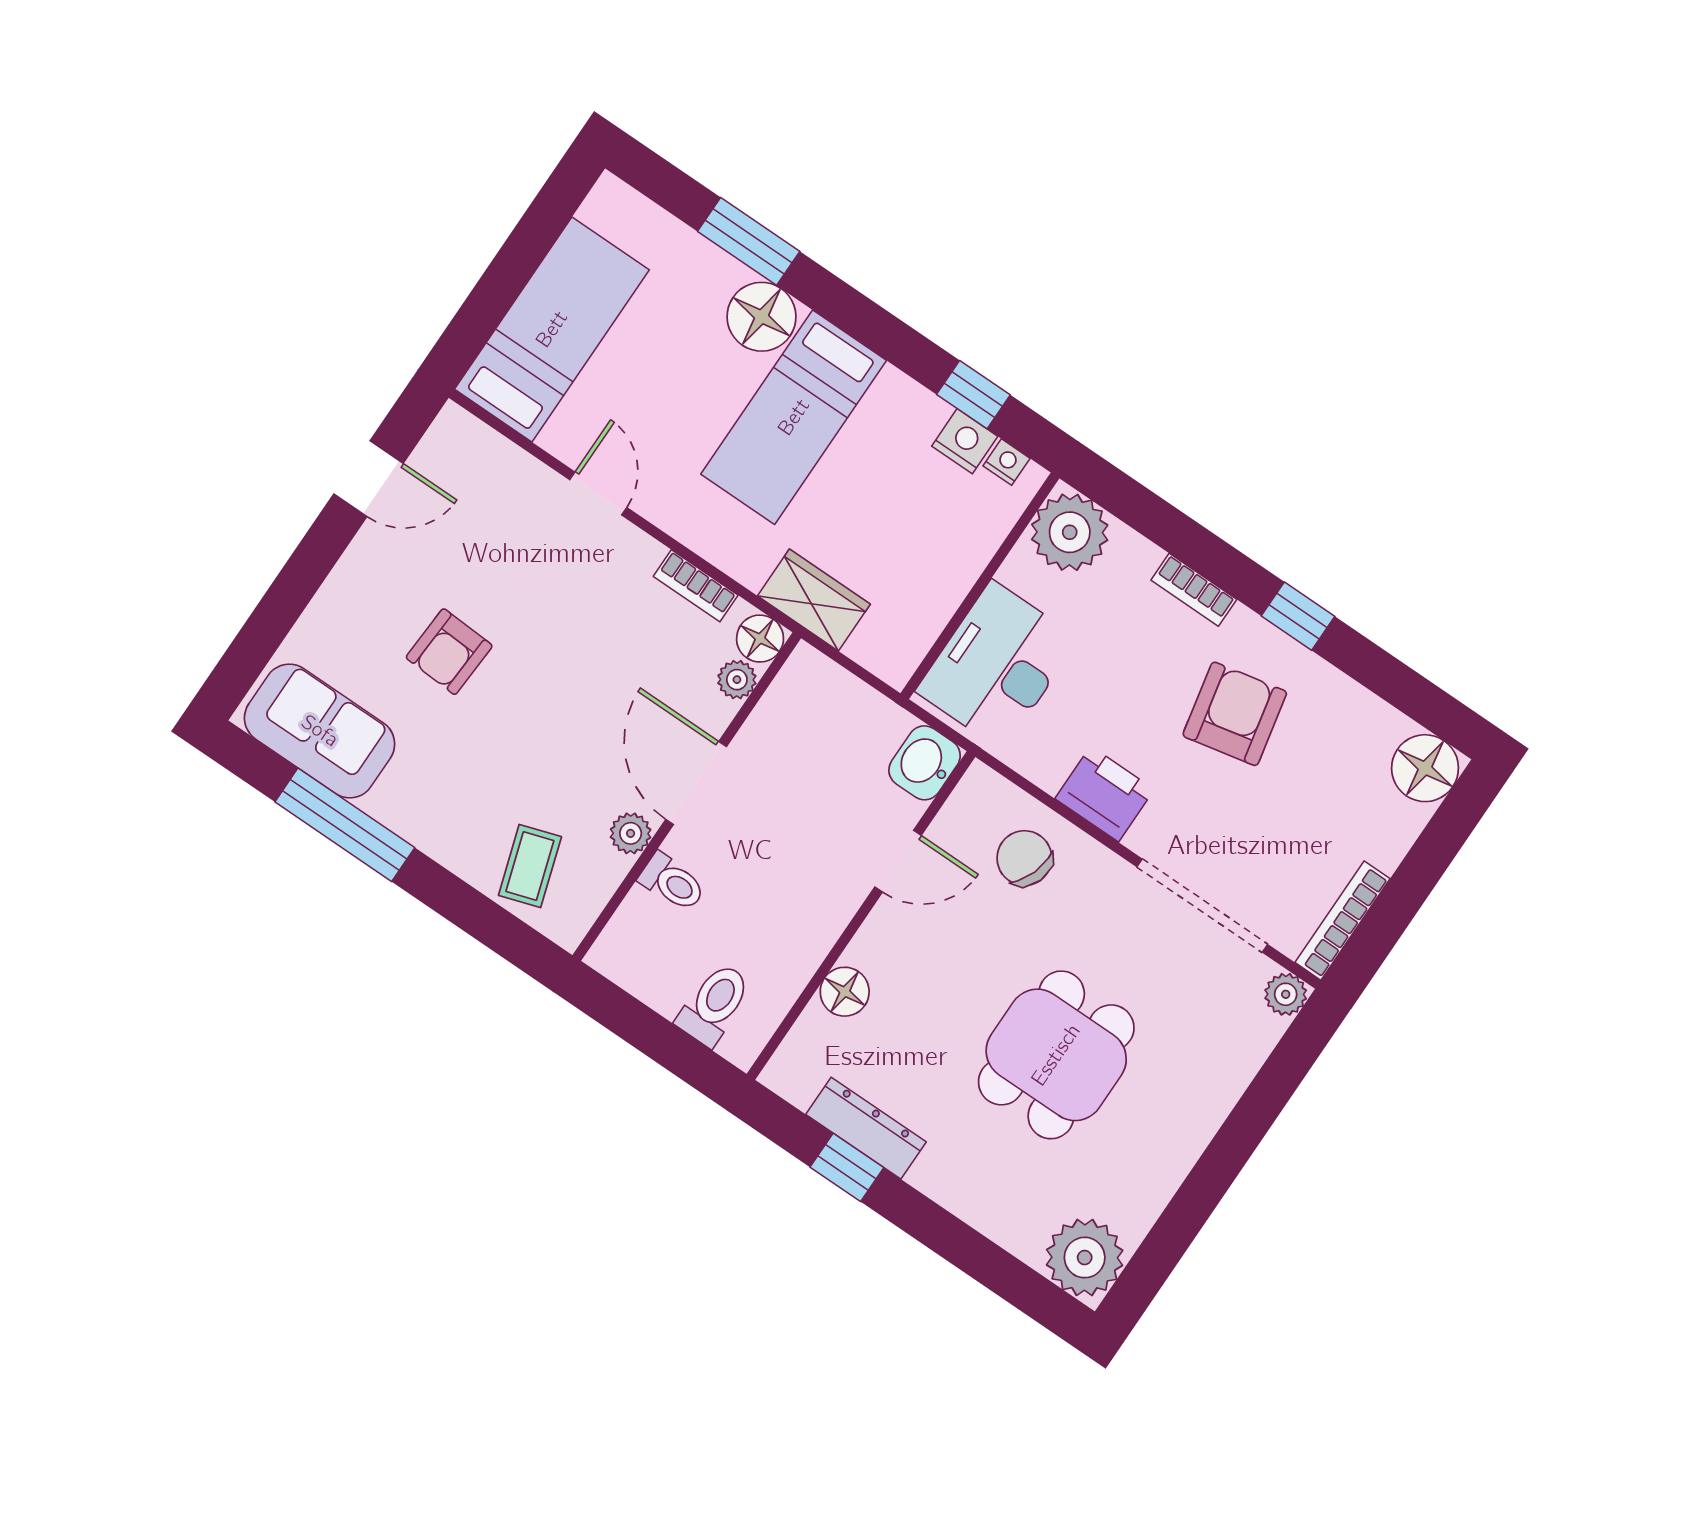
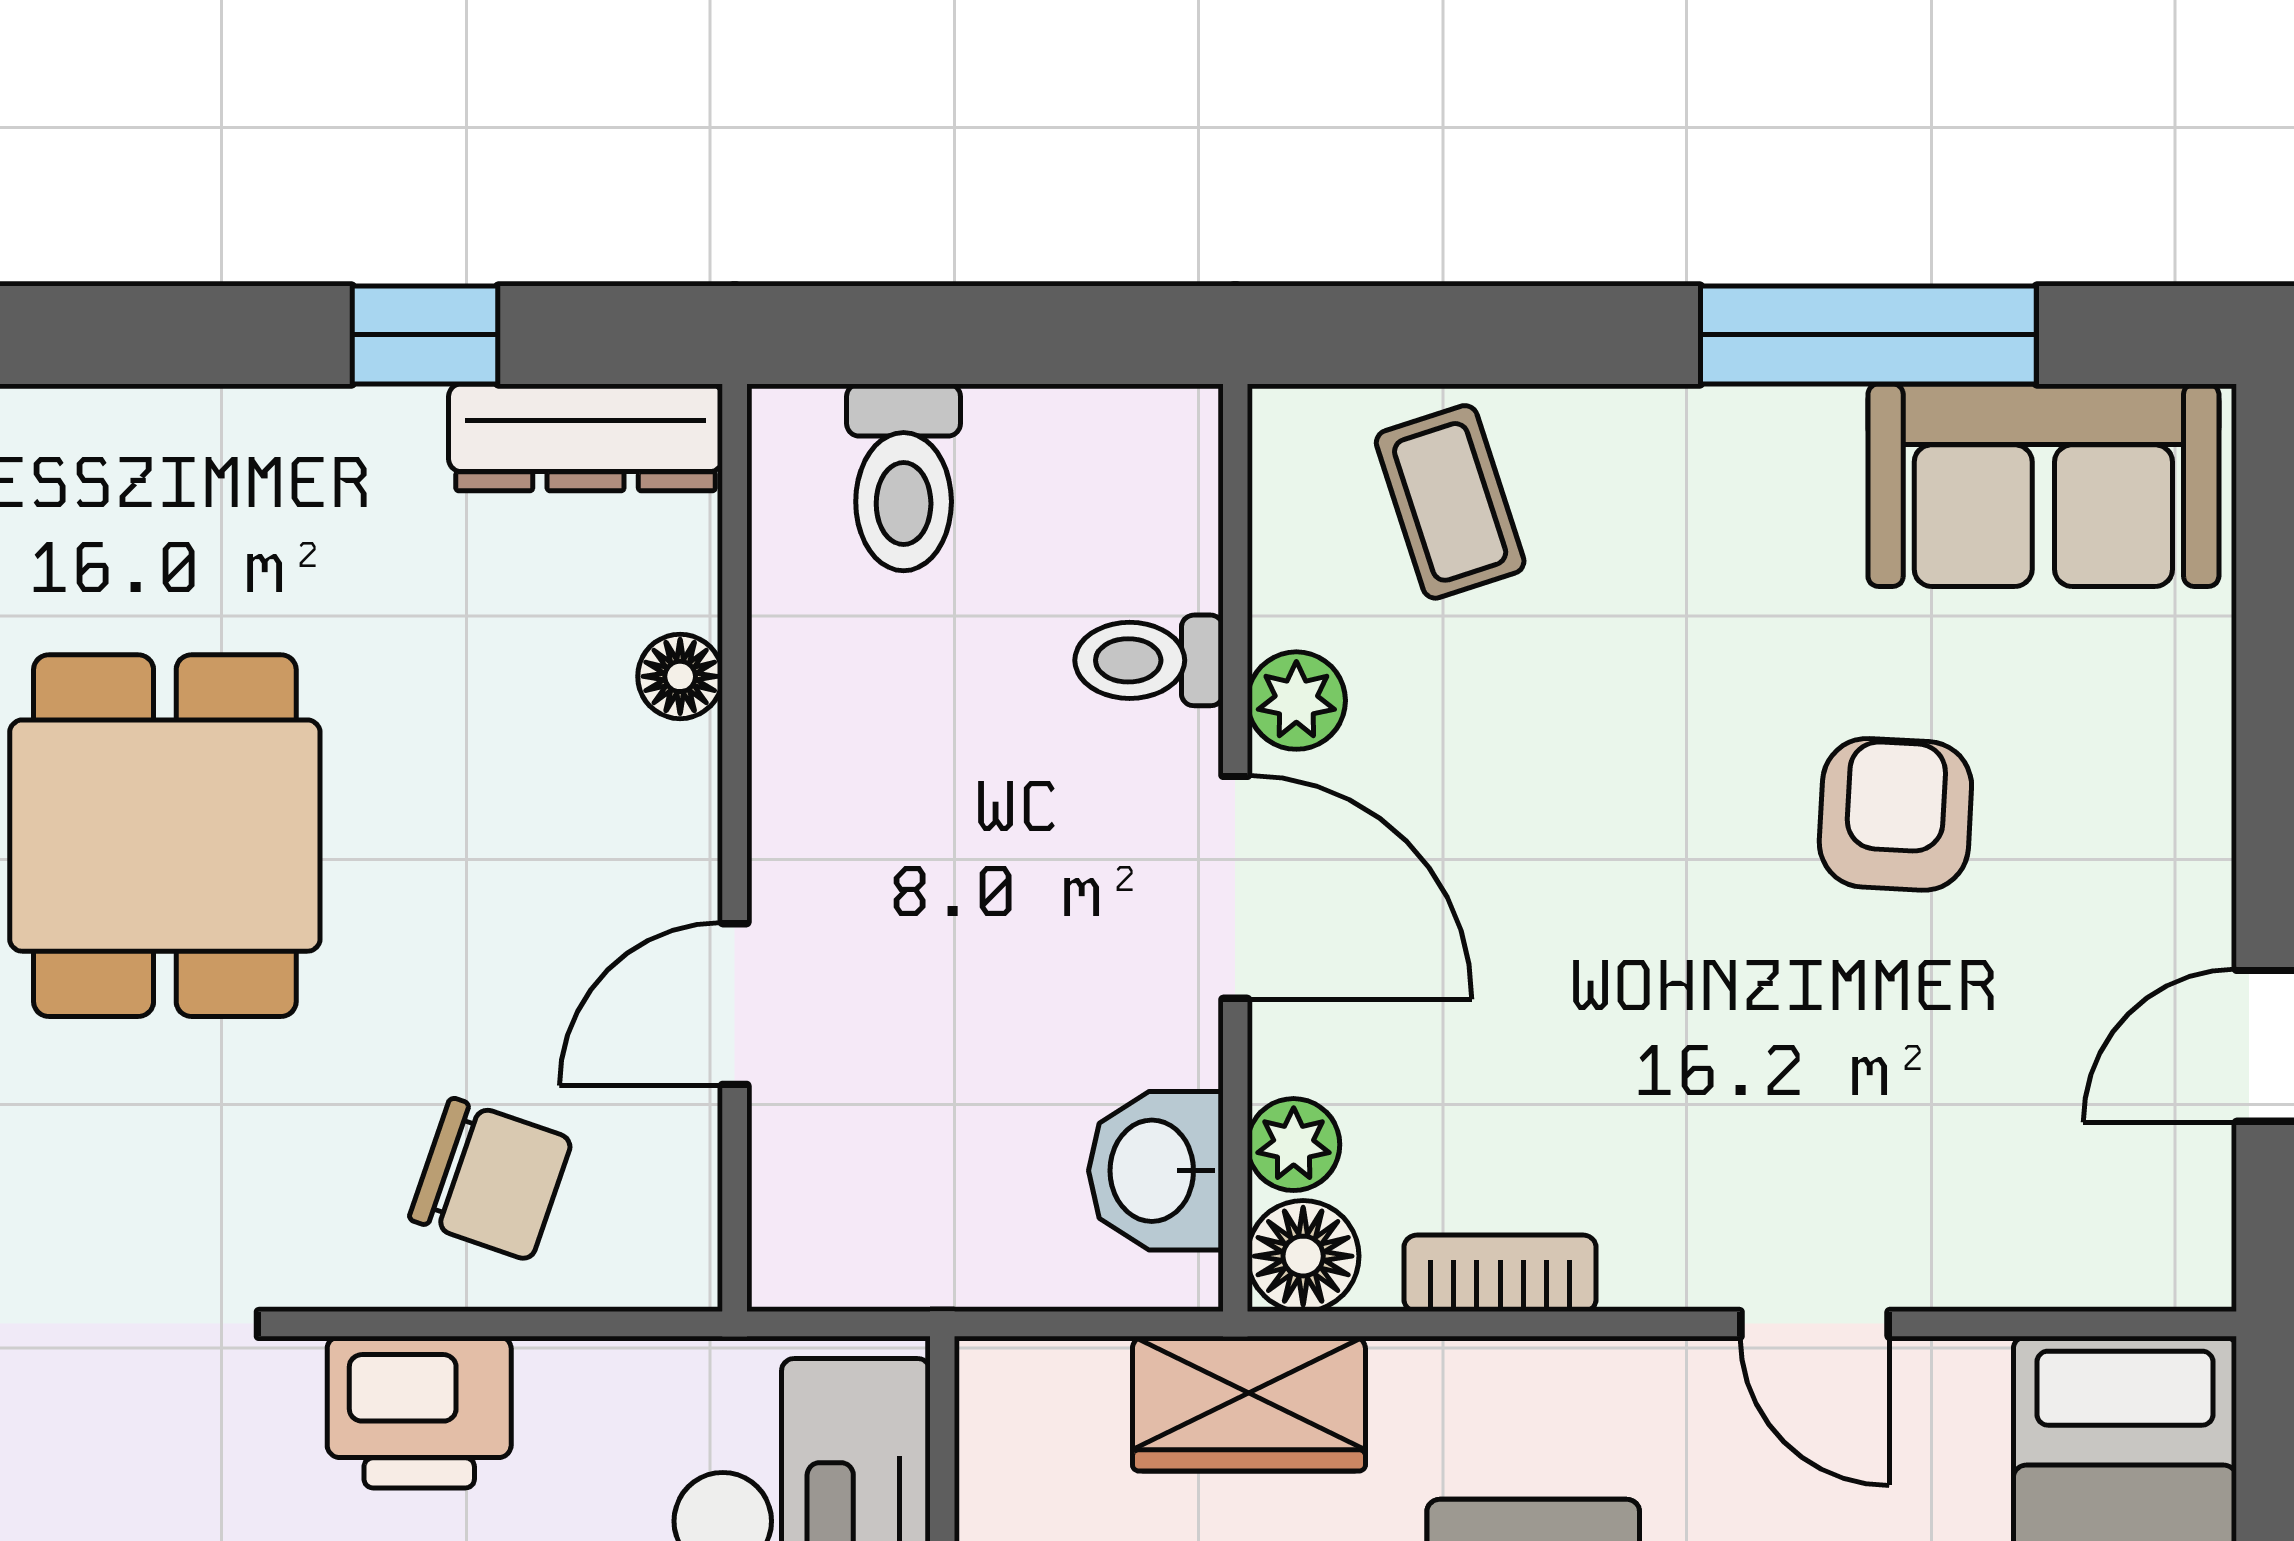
washbasin: (925, 763) -> (1156, 1171), moved, turned 180
floor lamp: (845, 992) -> (680, 676), width x0.73, depth x0.73
dresser: (866, 1128) -> (586, 437), moved

